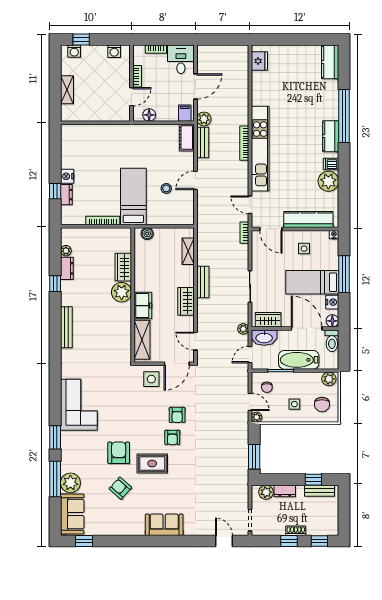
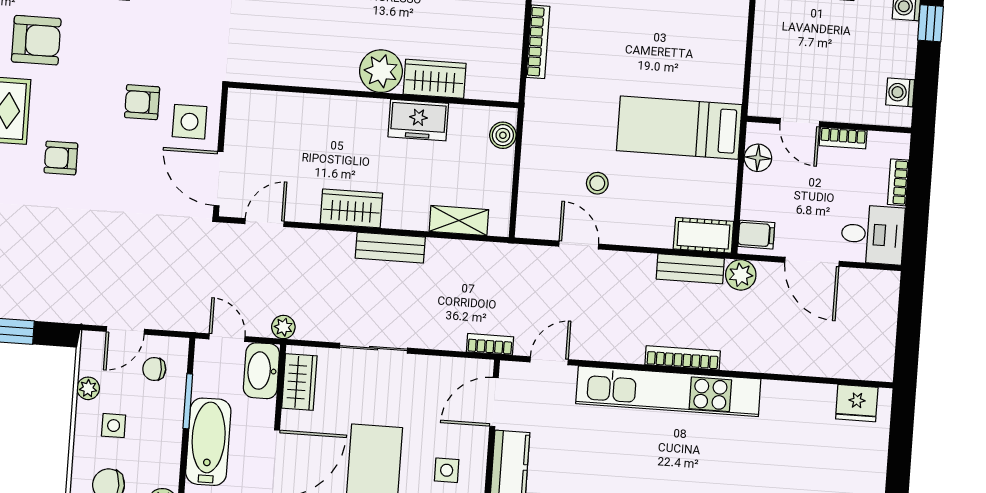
door: (195, 180) -> (579, 245), moved
bed: (133, 197) -> (679, 128), moved, turned 180
freezer: (143, 306) -> (418, 120), moved
shelving: (142, 340) -> (276, 108), removed
armchair: (177, 415) -> (142, 102), moved
plant: (257, 417) -> (88, 388), moved

